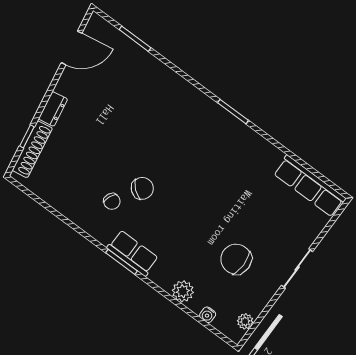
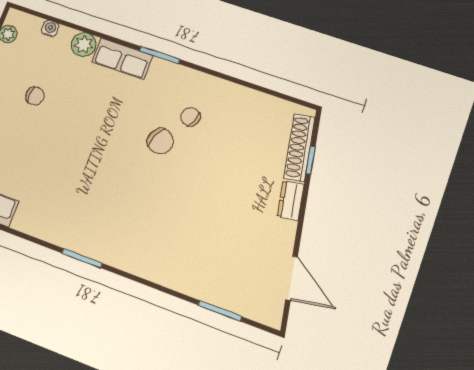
door: (72, 48) -> (292, 278), swing flipped
chair: (142, 188) -> (160, 141), turned -106
row of seats: (133, 253) -> (122, 59), moved
chair: (236, 259) -> (35, 96), width x0.54, depth x0.54

